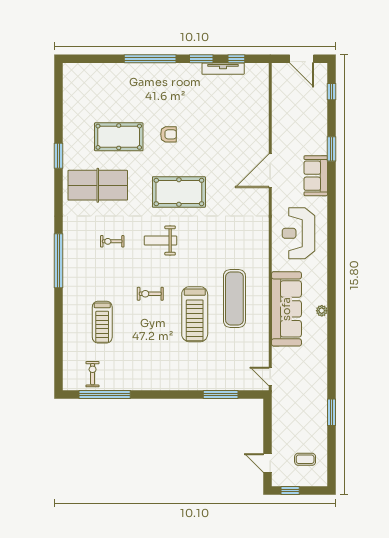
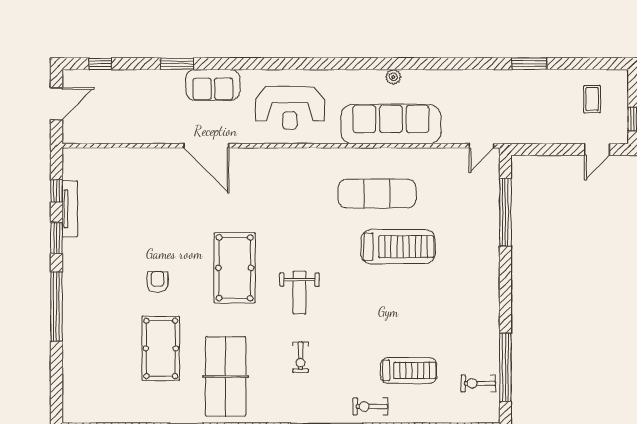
exercise bike: (150, 294) -> (370, 406), moved, turned 90
window: (221, 394) -> (505, 212), width x1.46

